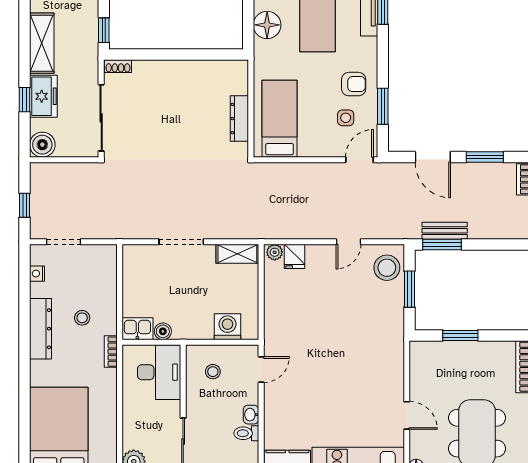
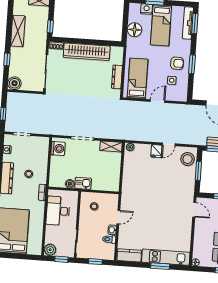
wardrobe: (178, 74) -> (87, 52), added
freezer: (43, 96) -> (17, 58), removed
window: (383, 106) -> (192, 64), moved
door: (359, 160) -> (158, 101), moved
fridge: (294, 256) -> (157, 151), moved
washing machine: (228, 327) -> (58, 148), moved, turned 90
kitchen sink: (137, 329) -> (83, 183), moved
door: (261, 370) -> (118, 217), moved
desk: (159, 372) -> (58, 211), moved, turned 180
door: (407, 415) -> (194, 210), moved

